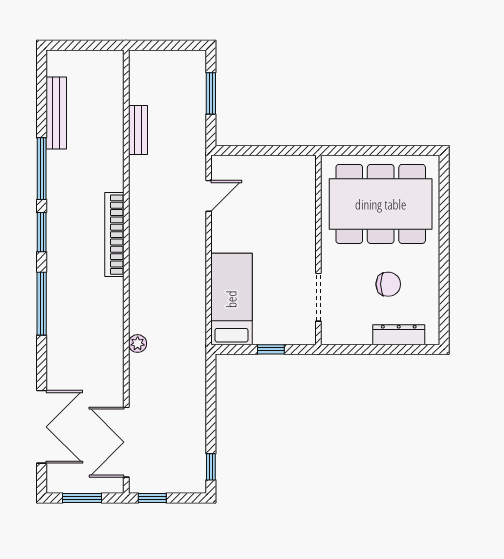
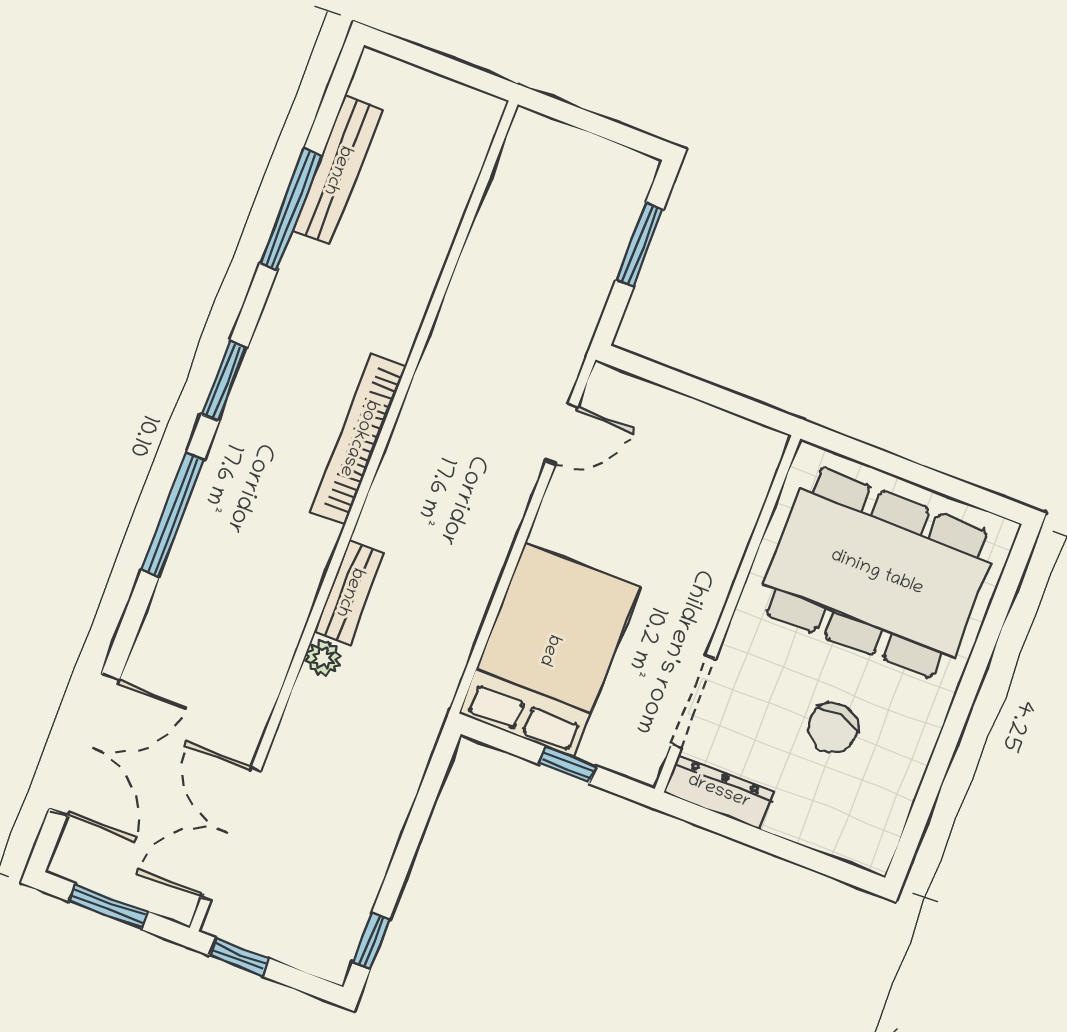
bench: (138, 130) -> (349, 592), moved
window: (42, 169) -> (291, 210), moved
chair: (388, 284) -> (833, 728), turned 100
bed: (231, 299) -> (549, 650), width x1.50
dresser: (399, 335) -> (719, 792), moved

